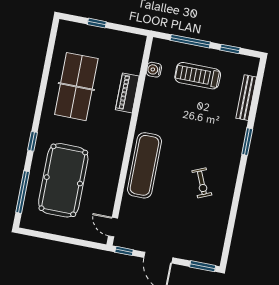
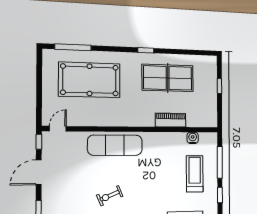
window: (32, 141) -> (146, 50), moved

